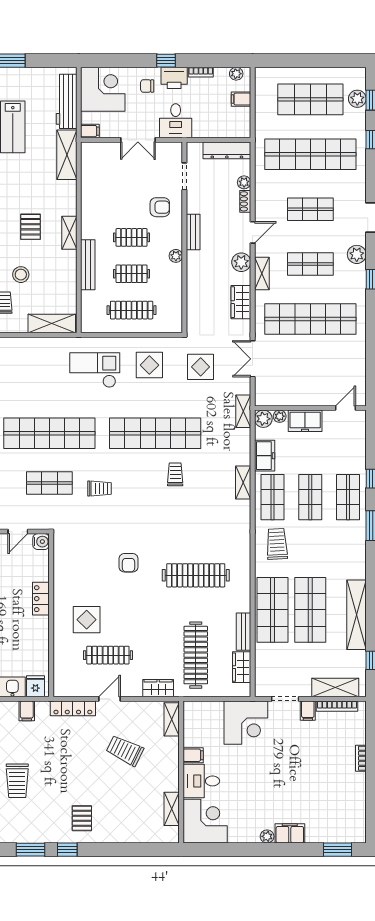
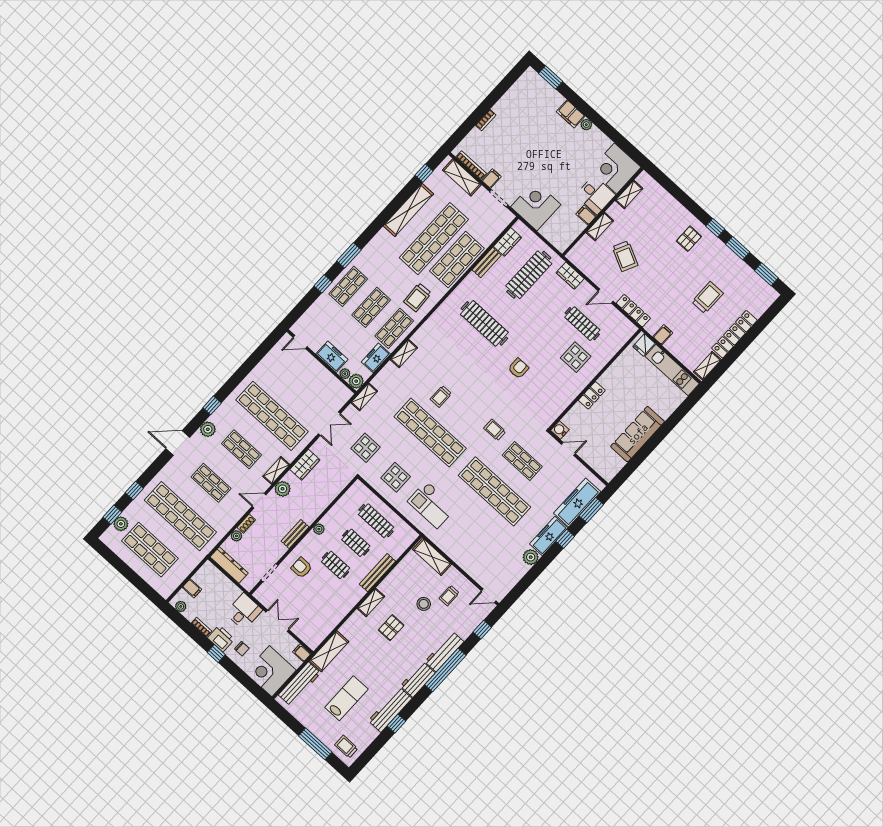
shop shelf: (310, 610) -> (434, 239), width x1.40
shelving: (172, 719) -> (600, 227), moved

